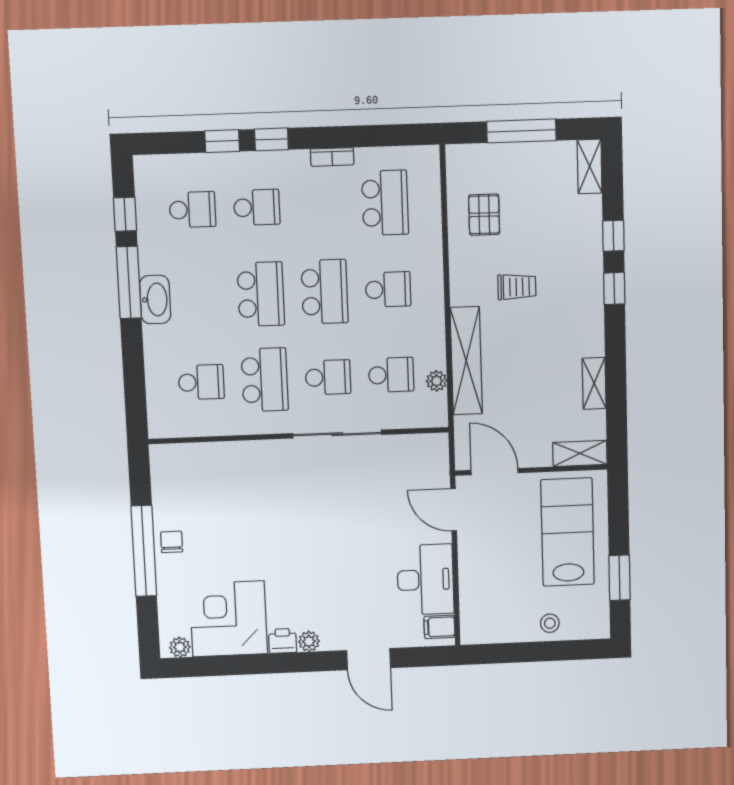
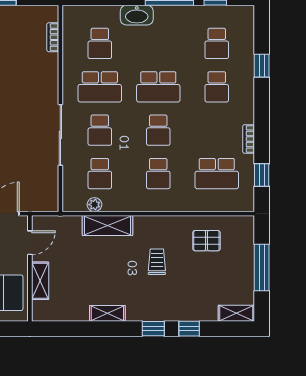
window: (271, 139) -> (262, 175), moved
trolley: (517, 287) -> (157, 262), turned 180
school desk: (325, 292) -> (158, 130), width x0.54
washbasin: (155, 300) -> (137, 15), moved
shelving: (466, 361) -> (108, 225), width x0.68
shelving: (594, 383) -> (107, 313), moved
bookcase: (196, 451) -> (53, 37), added
shelving: (580, 453) -> (40, 281), moved
door: (494, 472) -> (30, 243), width x0.73

